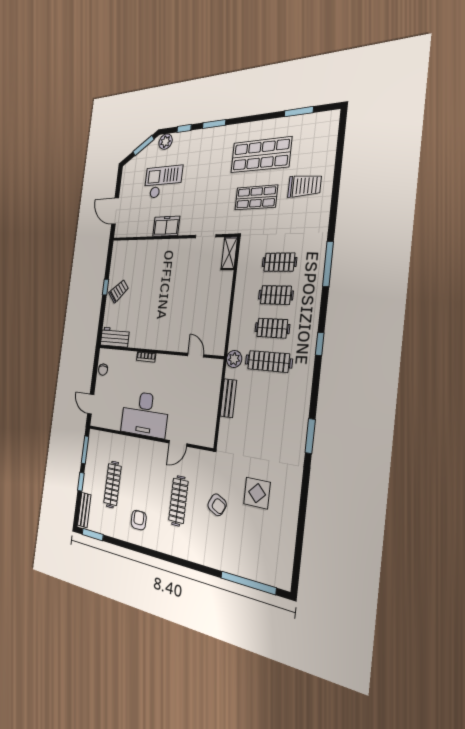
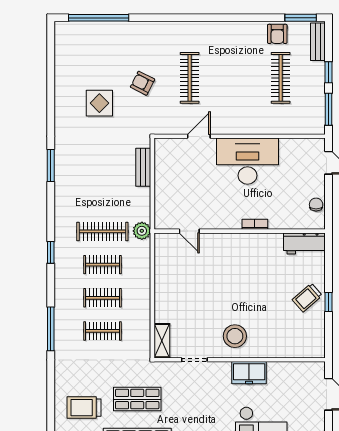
stool: (173, 258) -> (235, 336), added
bench: (228, 398) -> (143, 167), moved
armchair: (139, 520) -> (277, 34), moved

